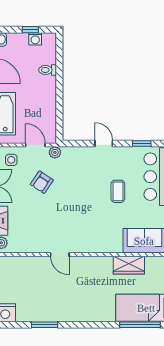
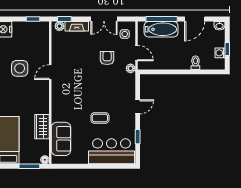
door: (35, 145) -> (136, 53), hinge flipped
armchair: (42, 182) -> (107, 58), turned 56
side table: (55, 293) -> (20, 68), added

